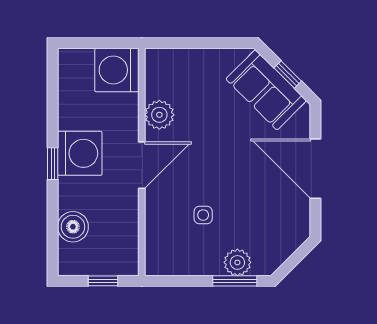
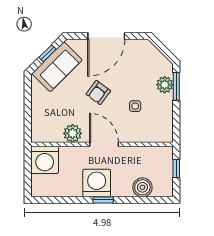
armchair: (225, 156) -> (98, 93), added

